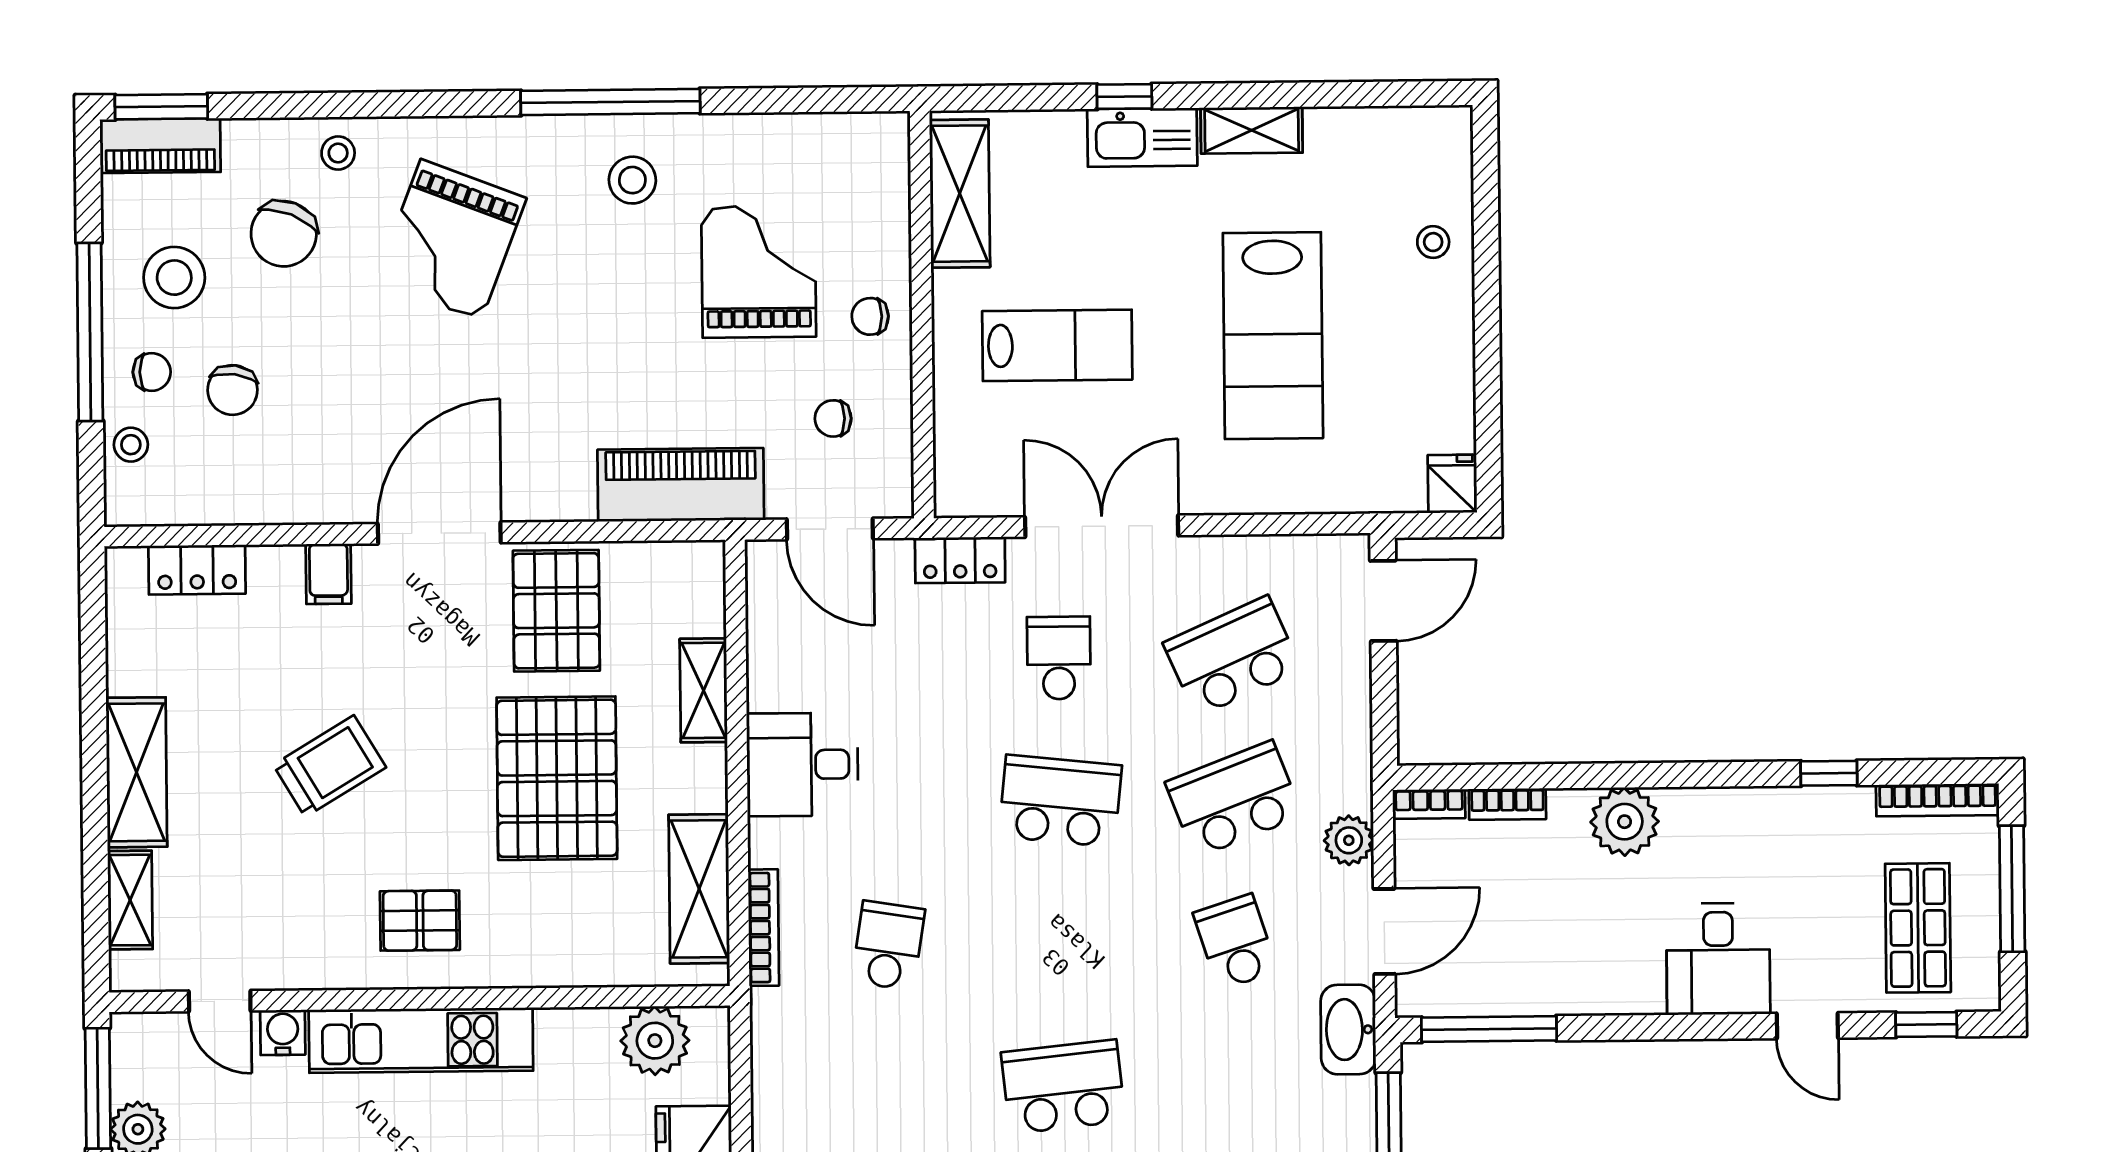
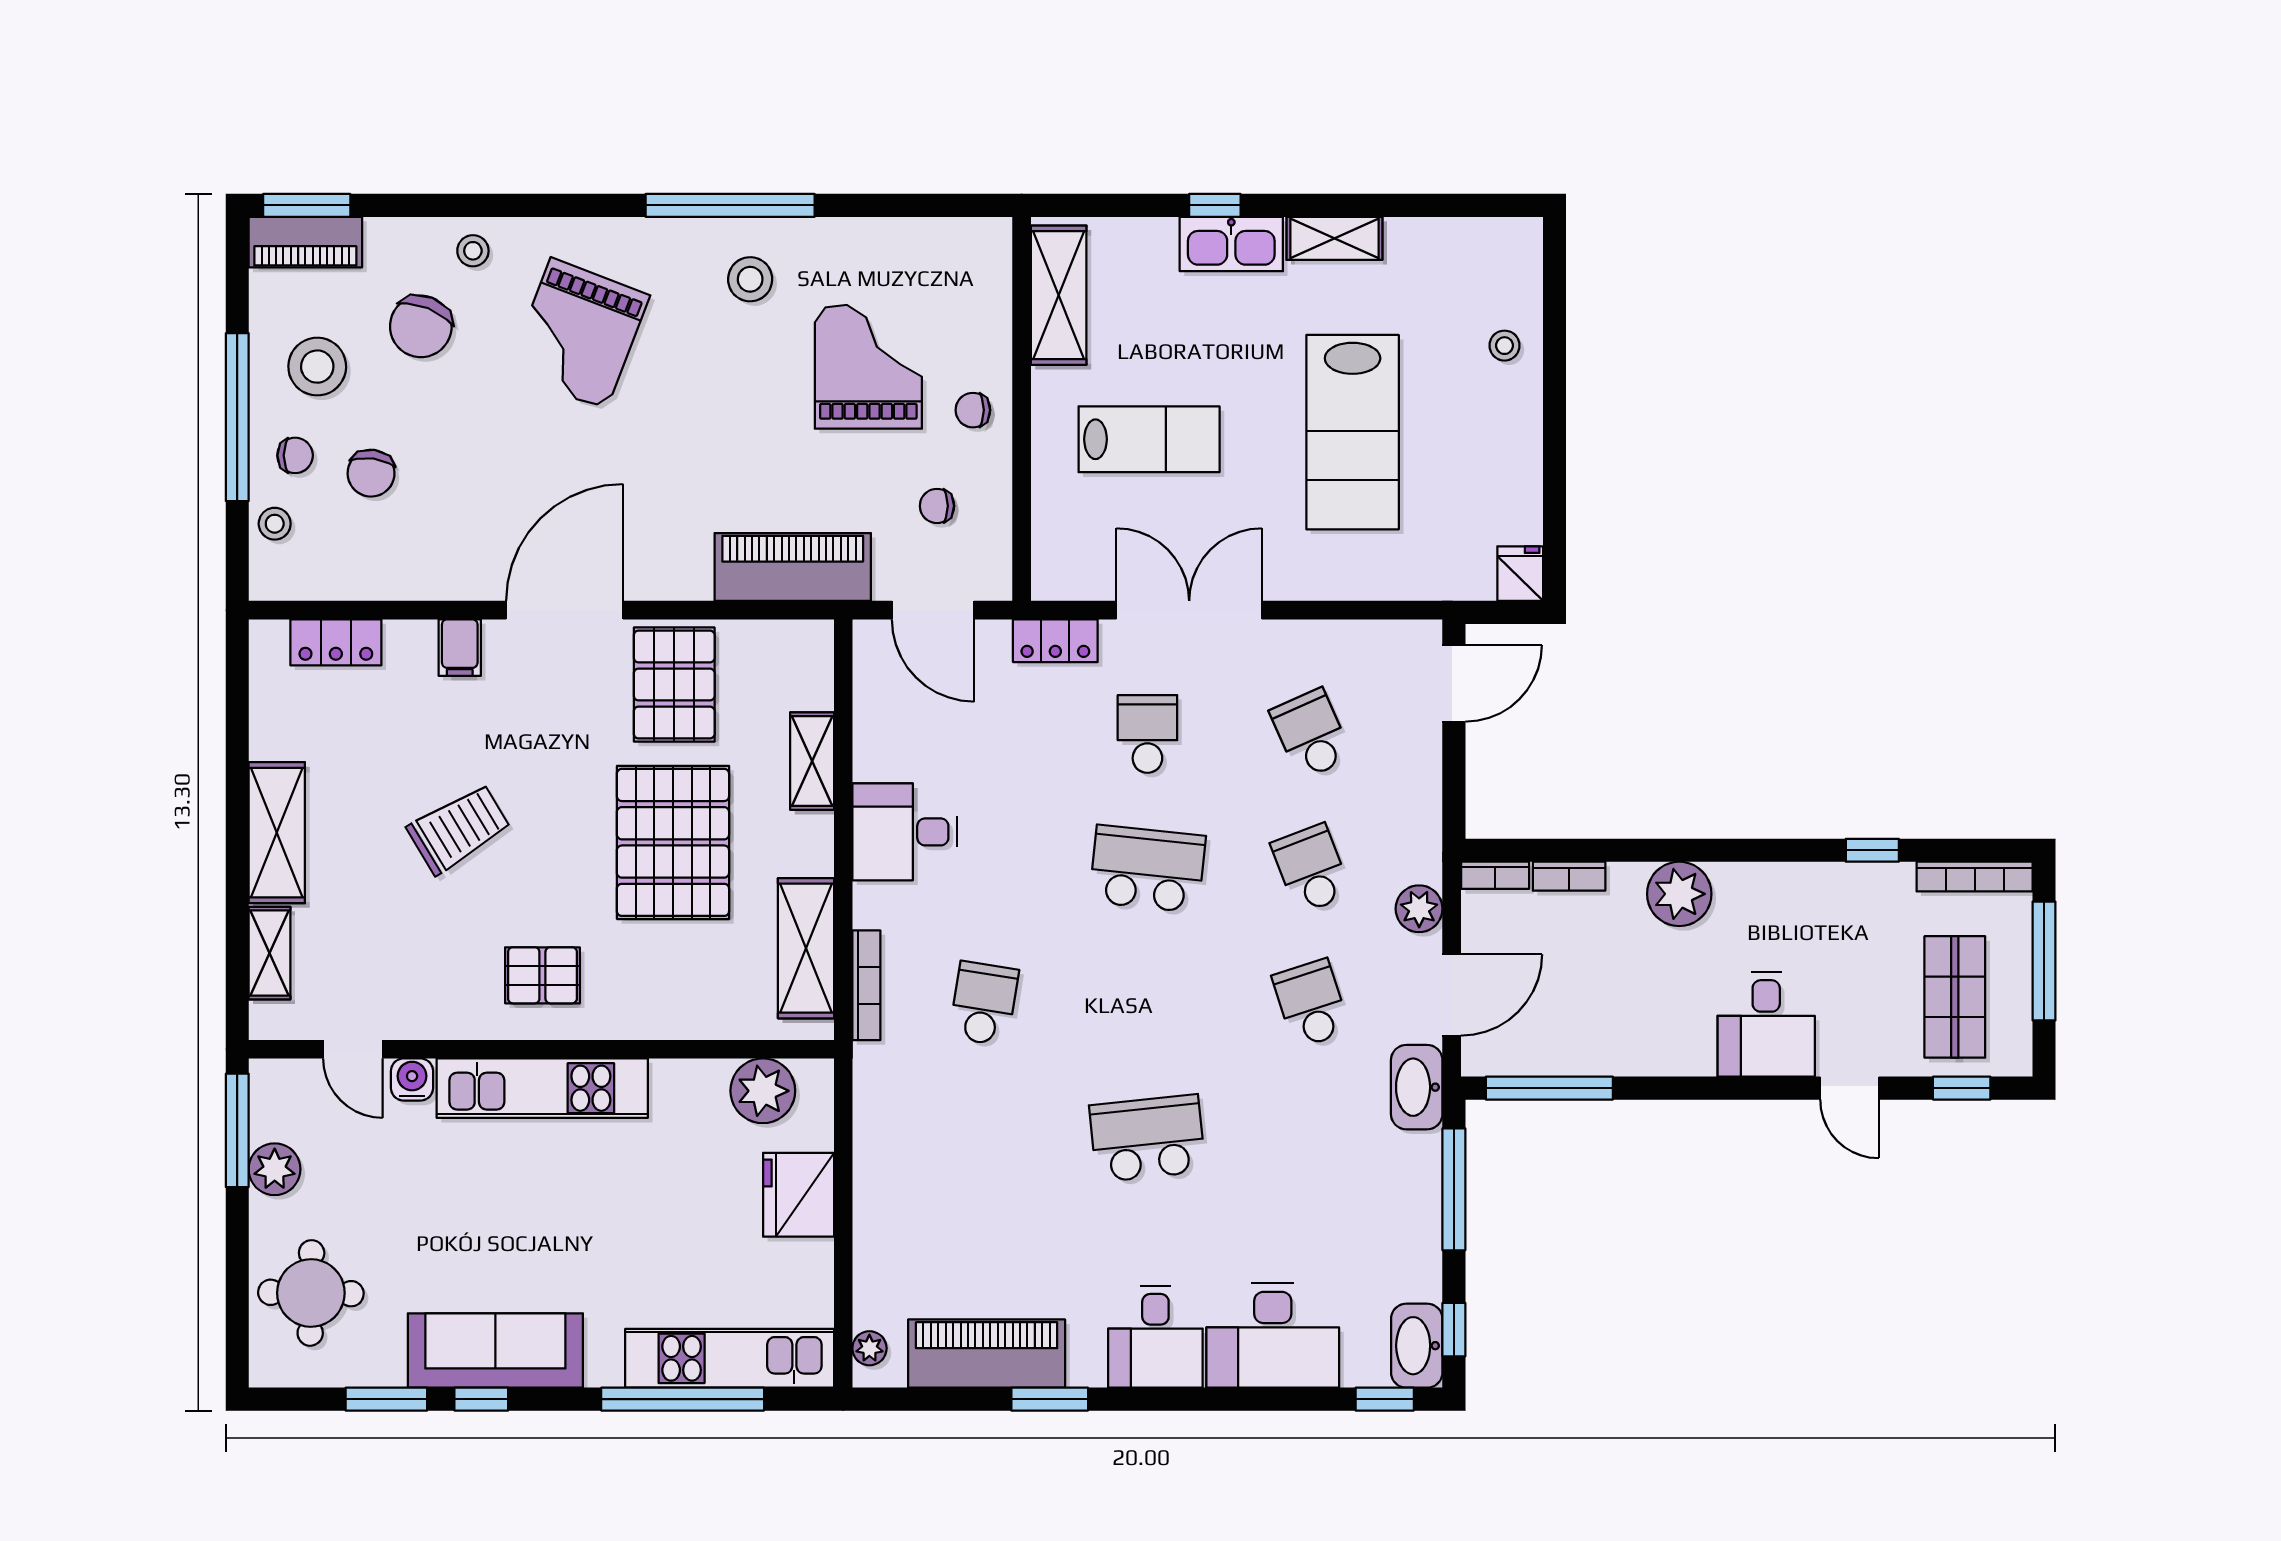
school desk: (1232, 656) -> (1311, 734), width x0.54
school desk: (1234, 799) -> (1311, 869), width x0.54

